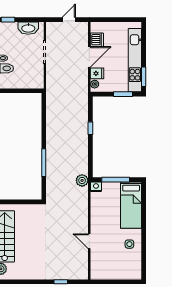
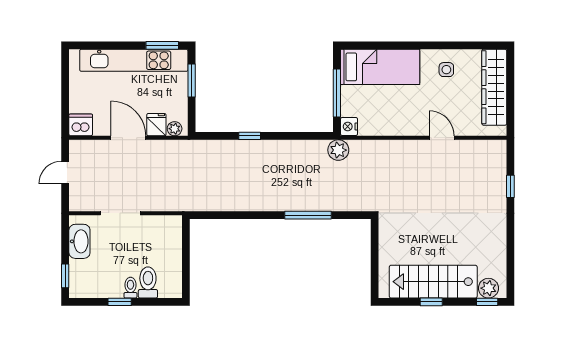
door: (69, 20) -> (65, 173), hinge flipped
dishwasher: (97, 40) -> (81, 125), moved
door: (89, 241) -> (442, 138), swing flipped
wardrobe: (119, 272) -> (494, 87), added

